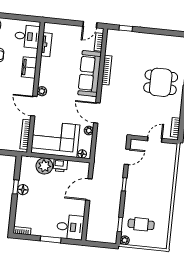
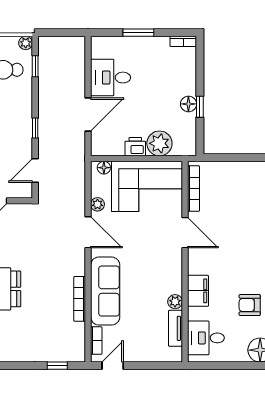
plant: (42, 91) -> (175, 302), moved
desk: (70, 227) -> (111, 78), moved

